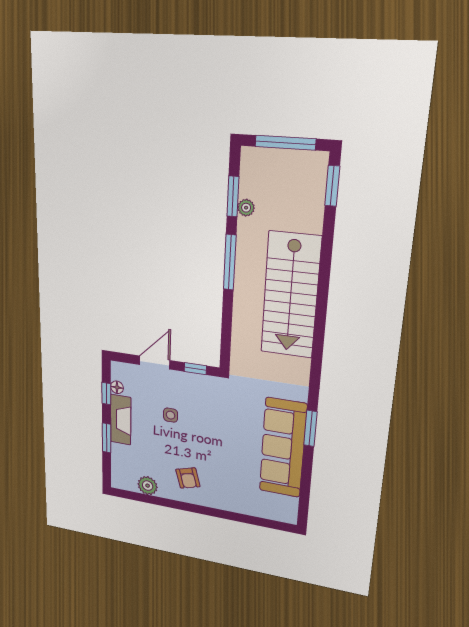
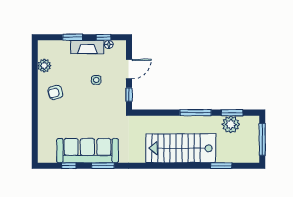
window: (332, 186) -> (221, 166), moved
plant: (246, 208) -> (231, 124), width x1.88, depth x1.88
door: (155, 362) -> (129, 69), hinge flipped
window: (306, 480) -> (69, 166), added

